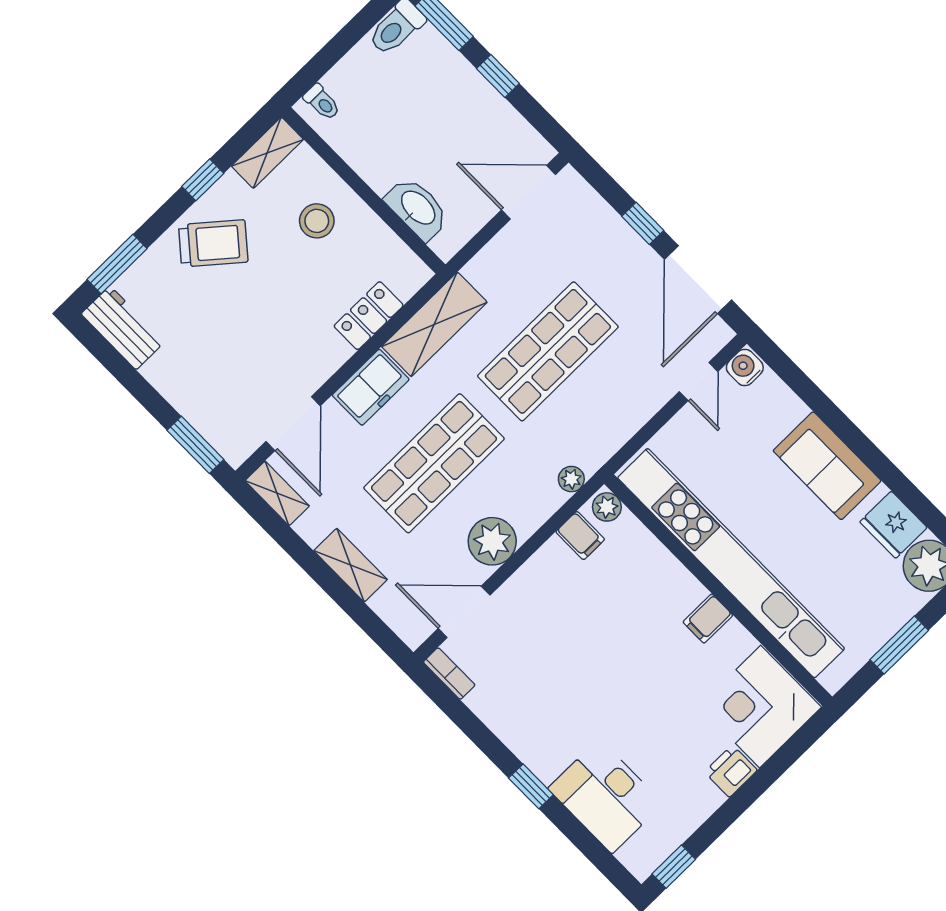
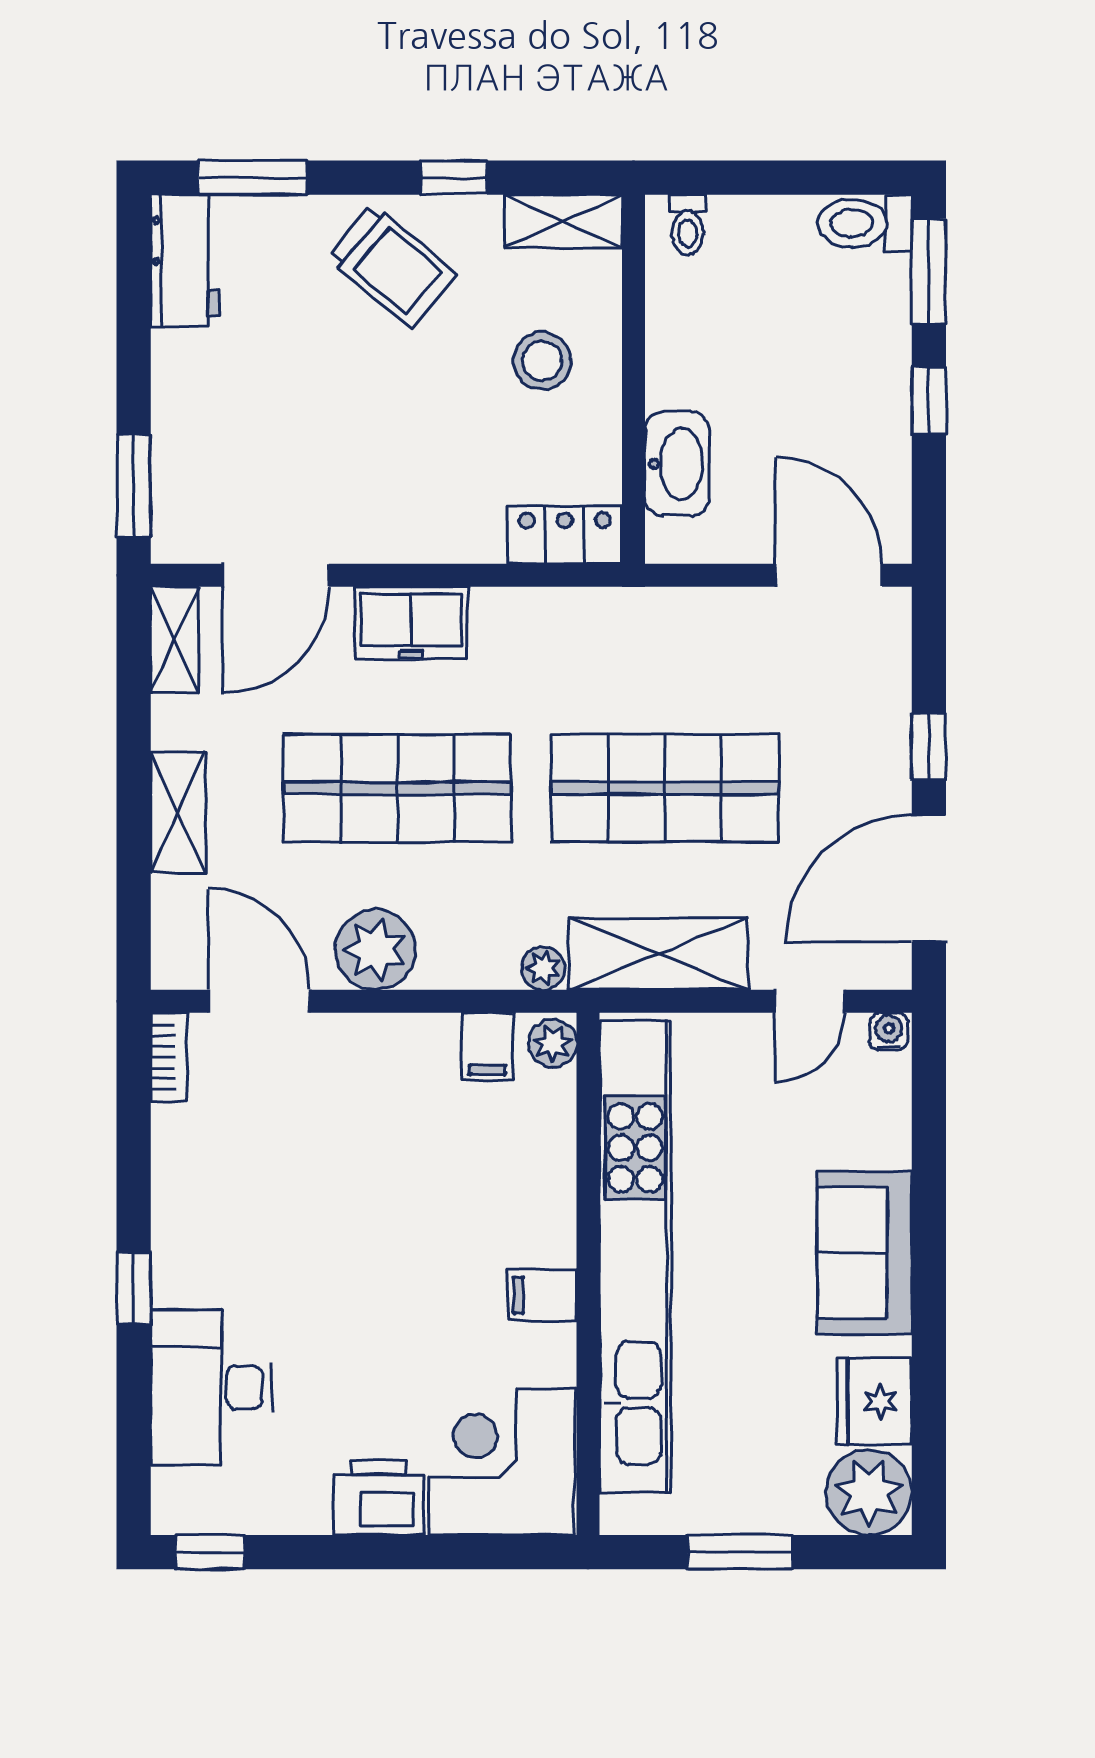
locker: (369, 316) -> (565, 535), moved
shelving: (434, 324) -> (659, 954), moved
water cooler: (745, 368) -> (889, 1031), width x0.72, depth x0.72
printer: (731, 771) -> (379, 1497), width x1.36, depth x1.24

